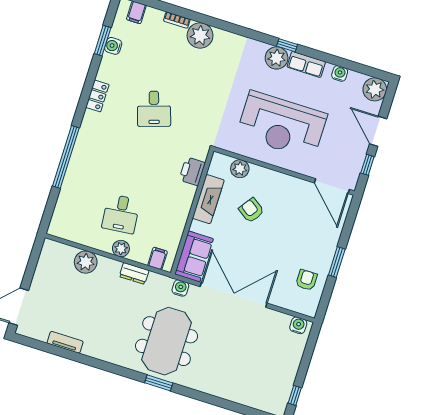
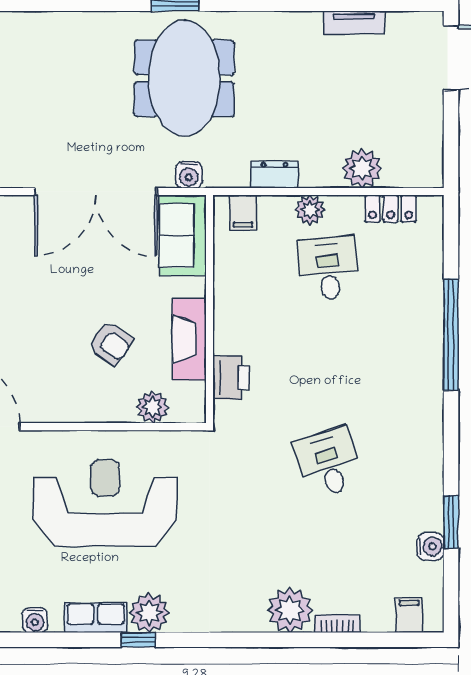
window: (103, 41) -> (451, 522), moved
locker: (97, 96) -> (390, 209), moved, turned -90

